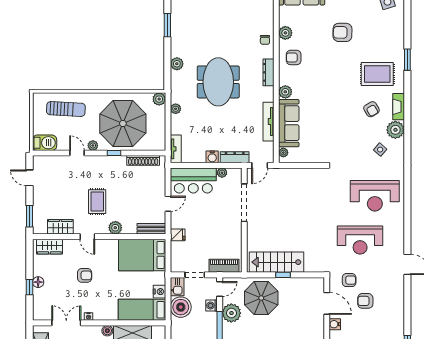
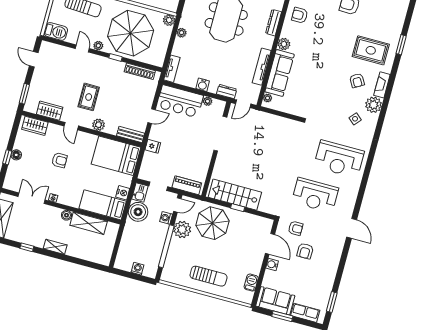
dresser: (235, 157) -> (227, 92), width x0.70
armchair: (365, 301) -> (305, 251), turned -90

